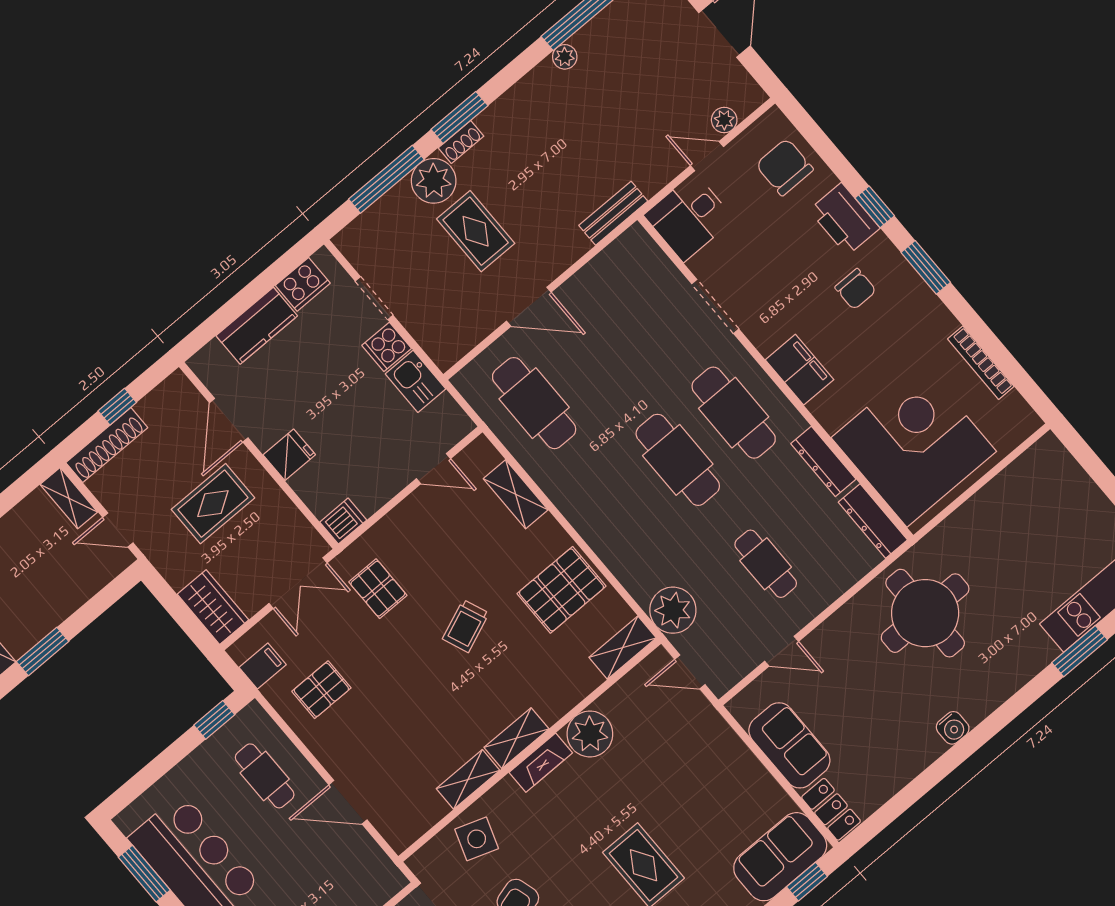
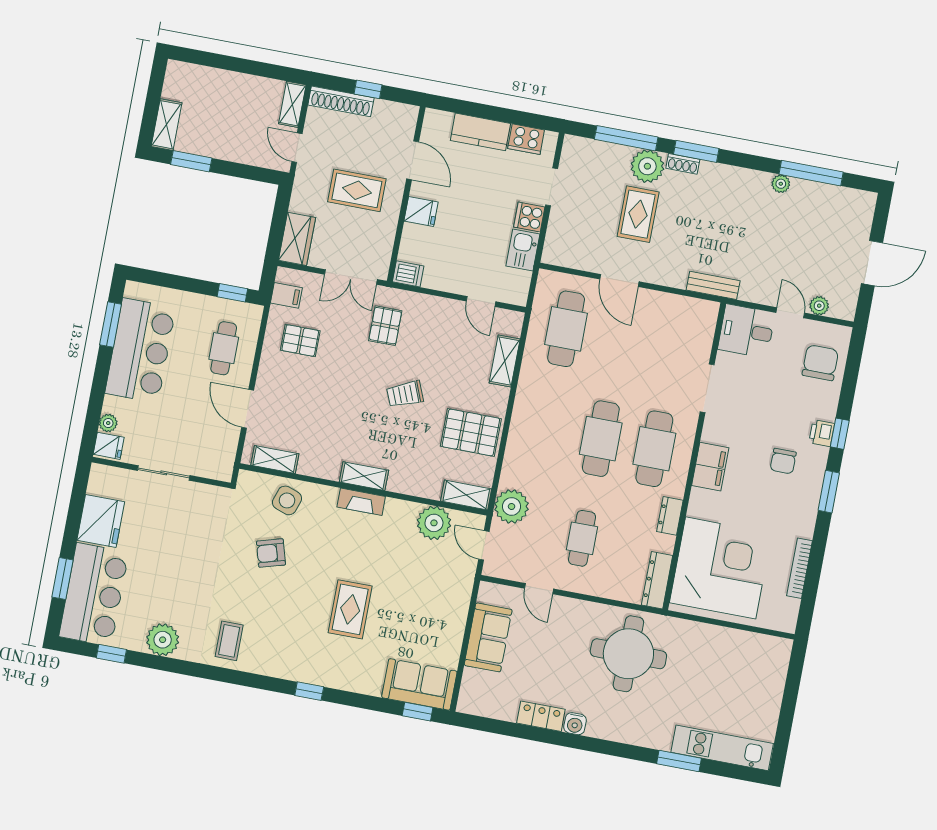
printer: (844, 219) -> (822, 433), width x0.53, depth x0.68
door: (229, 420) -> (413, 160), swing flipped
dresser: (823, 461) -> (670, 516), width x0.70
plant: (590, 734) -> (434, 523), moved
shelving: (468, 779) -> (275, 459), moved
locker: (831, 809) -> (541, 716), moved, turned -90

